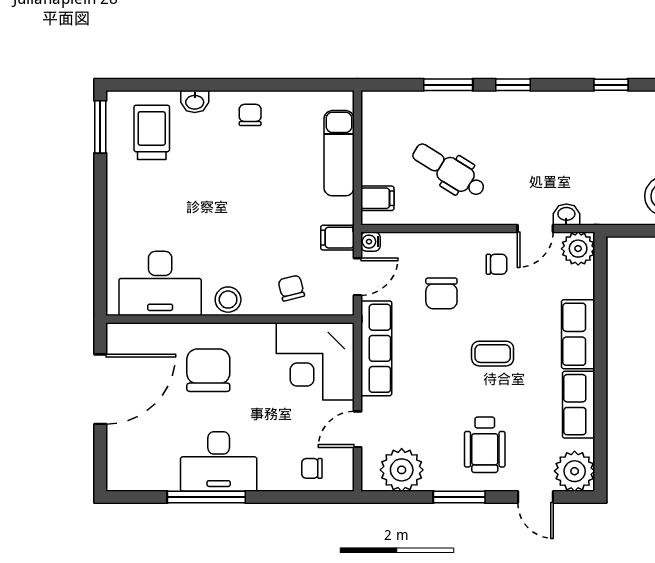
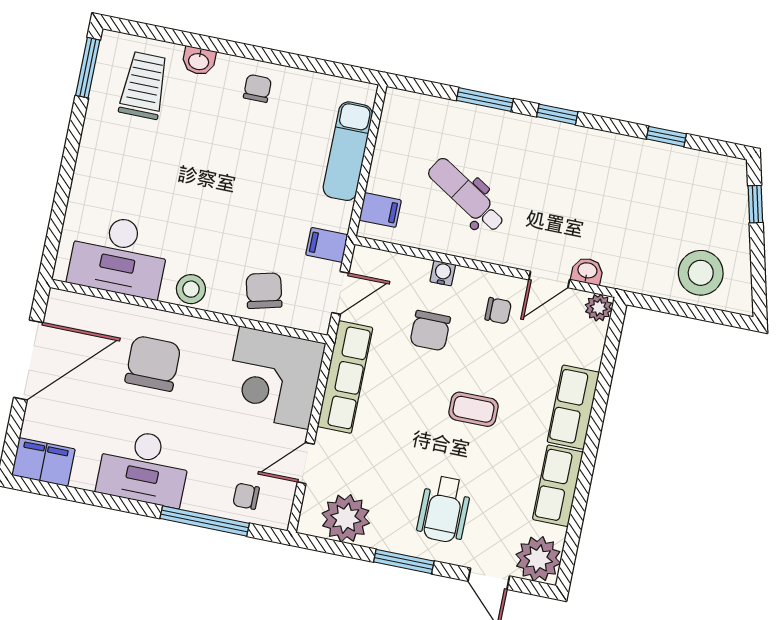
water cooler: (371, 242) -> (443, 273), moved, turned 90
plant: (578, 249) -> (599, 308), width x0.73, depth x0.73
chair: (291, 288) -> (264, 291), width x1.37, depth x1.37
filing cabinet: (131, 474) -> (43, 462), added
window: (206, 497) -> (205, 521), moved

